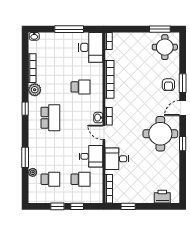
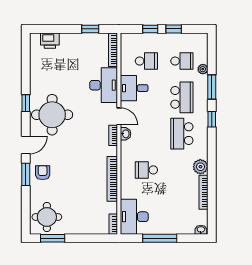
window: (25, 109) -> (212, 119), moved
school desk: (50, 148) -> (182, 97), added
desk: (117, 159) -> (104, 85), width x1.37
school desk: (50, 179) -> (182, 61), turned 180
school desk: (80, 179) -> (146, 61), turned 180

